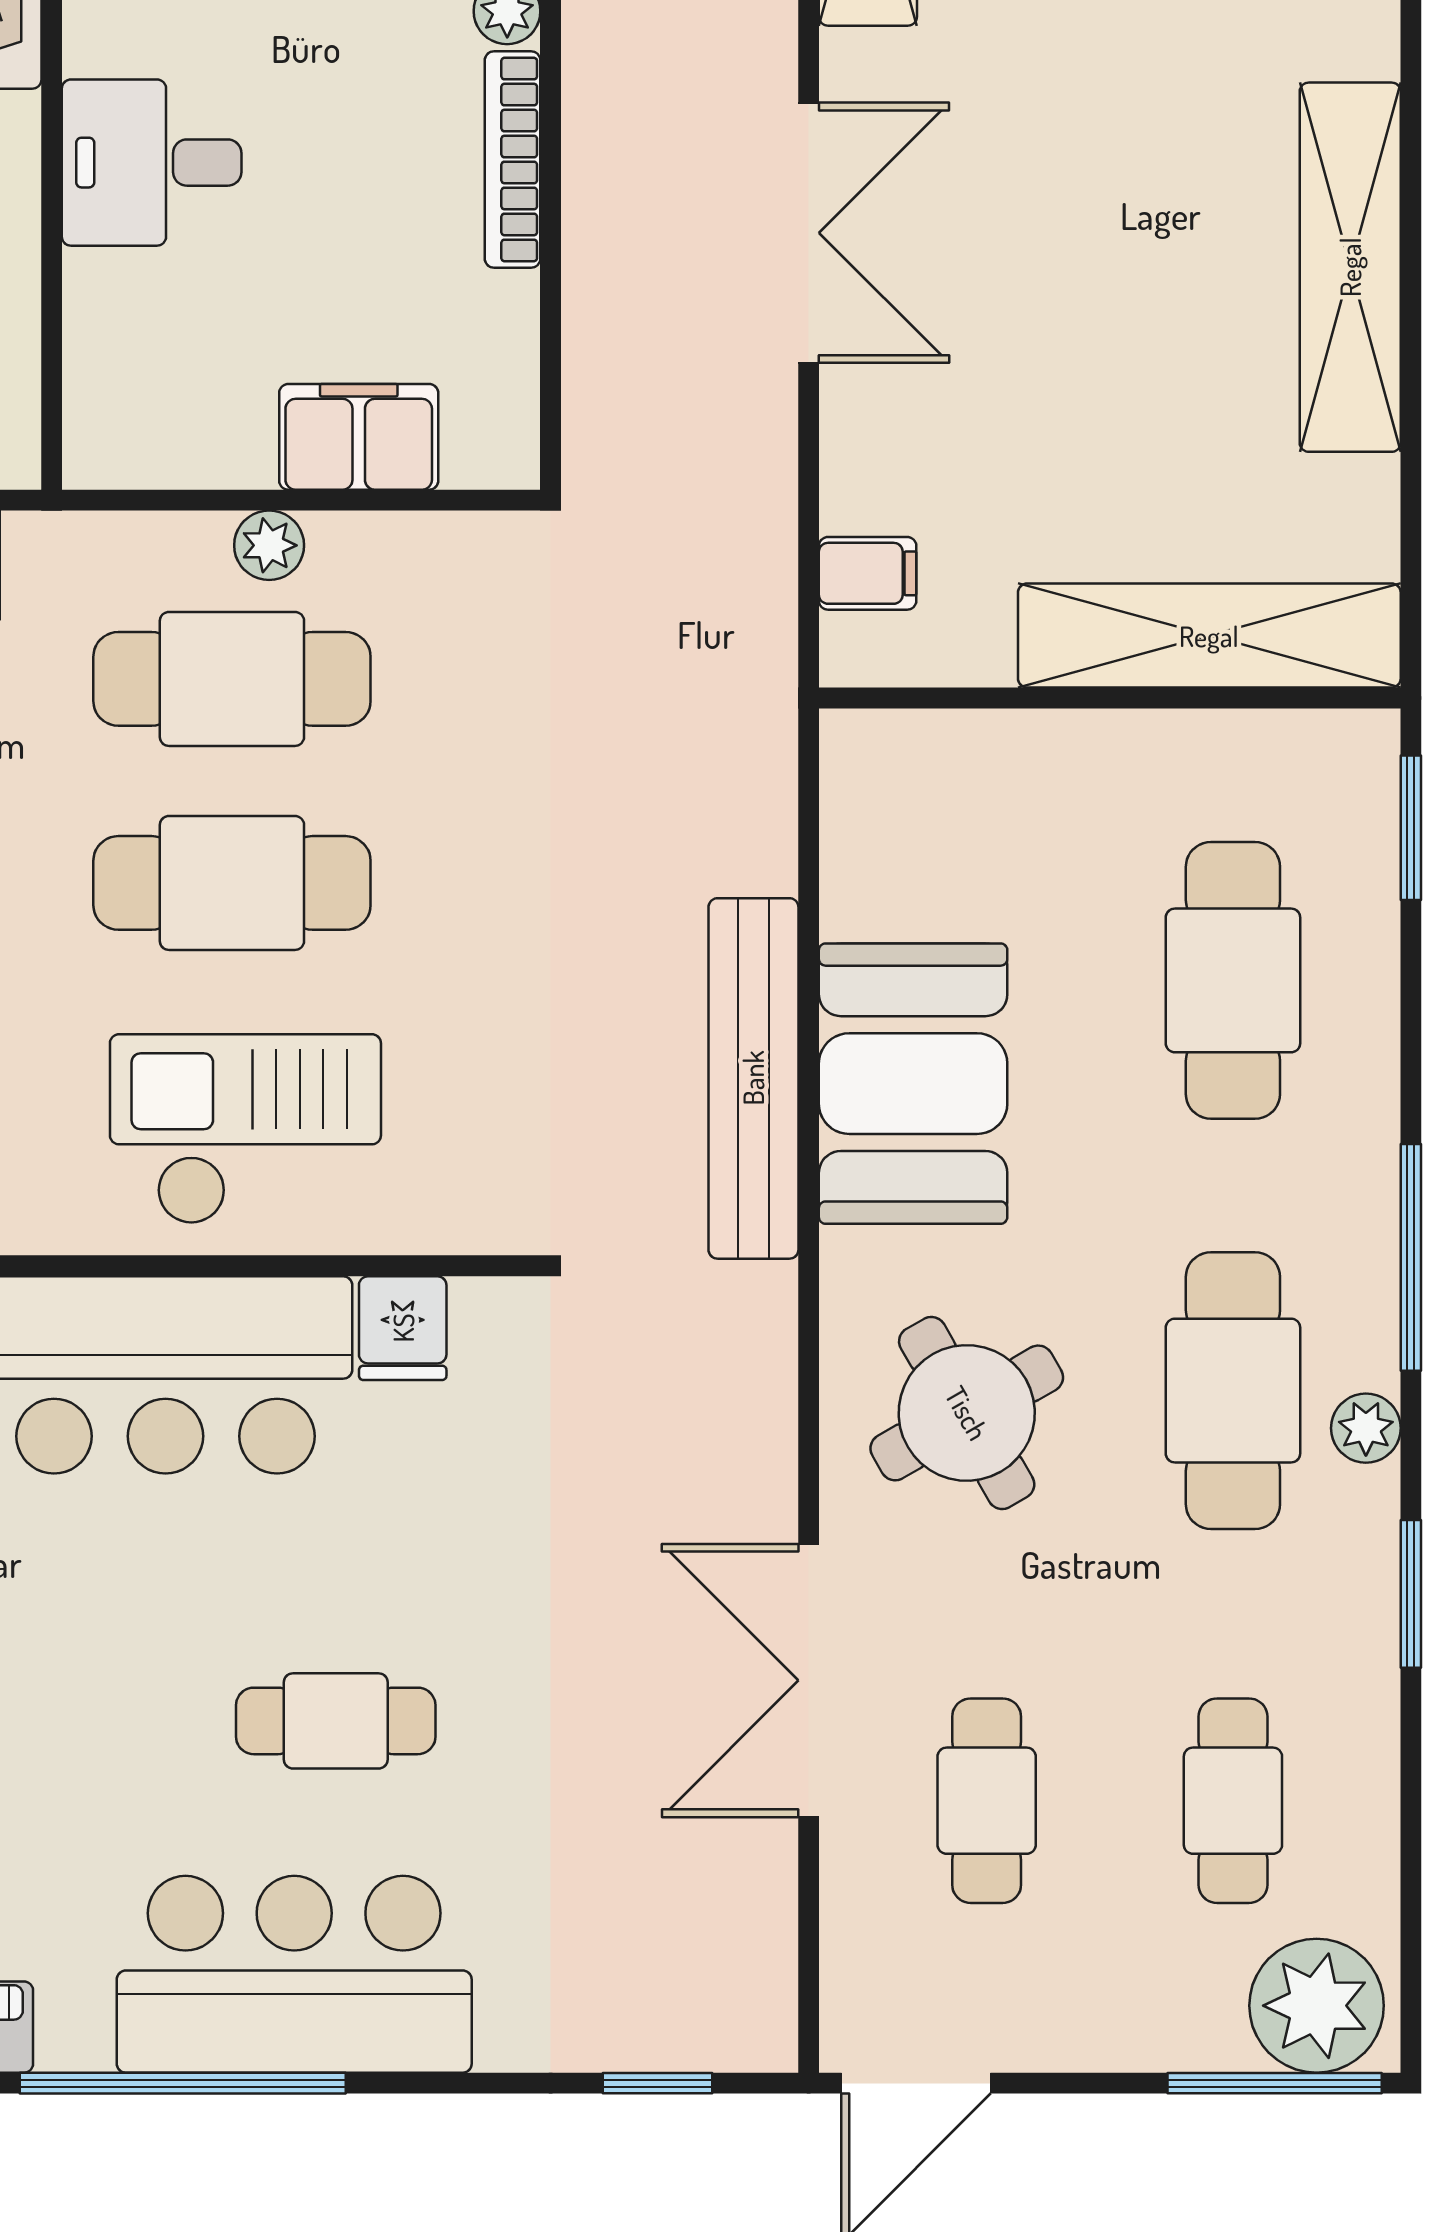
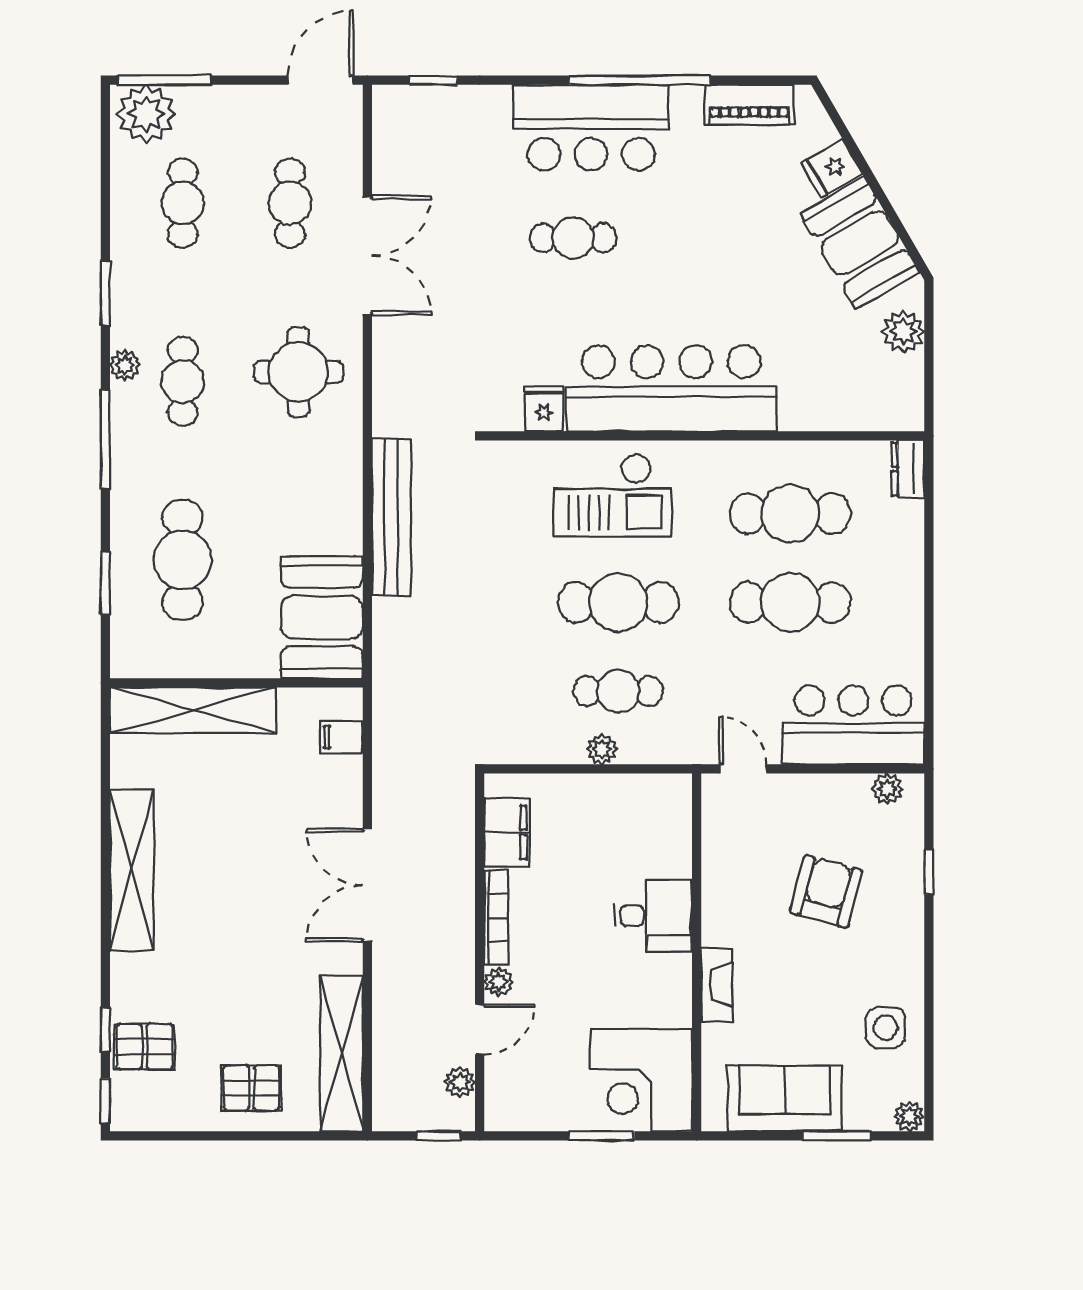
filing cabinet: (359, 437) -> (507, 832), moved, turned -90
cafe table: (232, 679) -> (618, 691), width x0.73, depth x0.74
window: (1411, 828) -> (105, 583), moved
booth: (913, 1084) -> (322, 617), moved
cafe table: (1233, 1391) -> (183, 382), width x0.73, depth x0.74
round table: (967, 1413) -> (299, 372), turned 30

